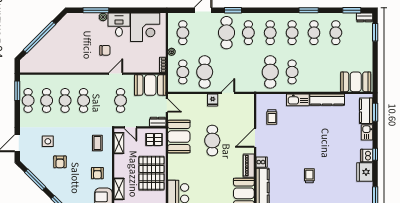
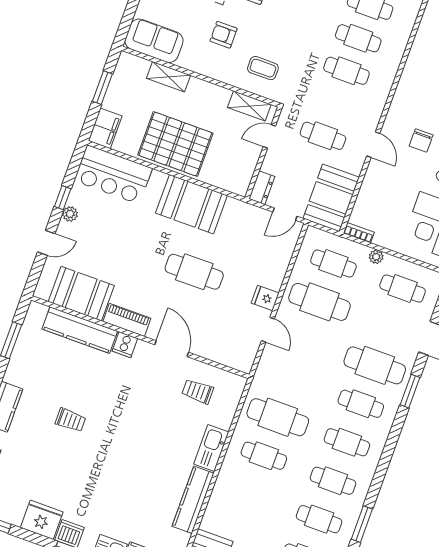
booth: (179, 137) -> (191, 204), moved
pallet: (154, 139) -> (233, 170), removed
armchair: (97, 173) -> (224, 35), moved

